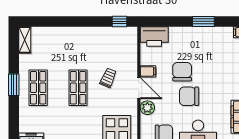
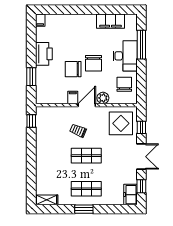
window: (203, 21) -> (31, 77), moved
printer: (154, 37) -> (44, 54), moved

